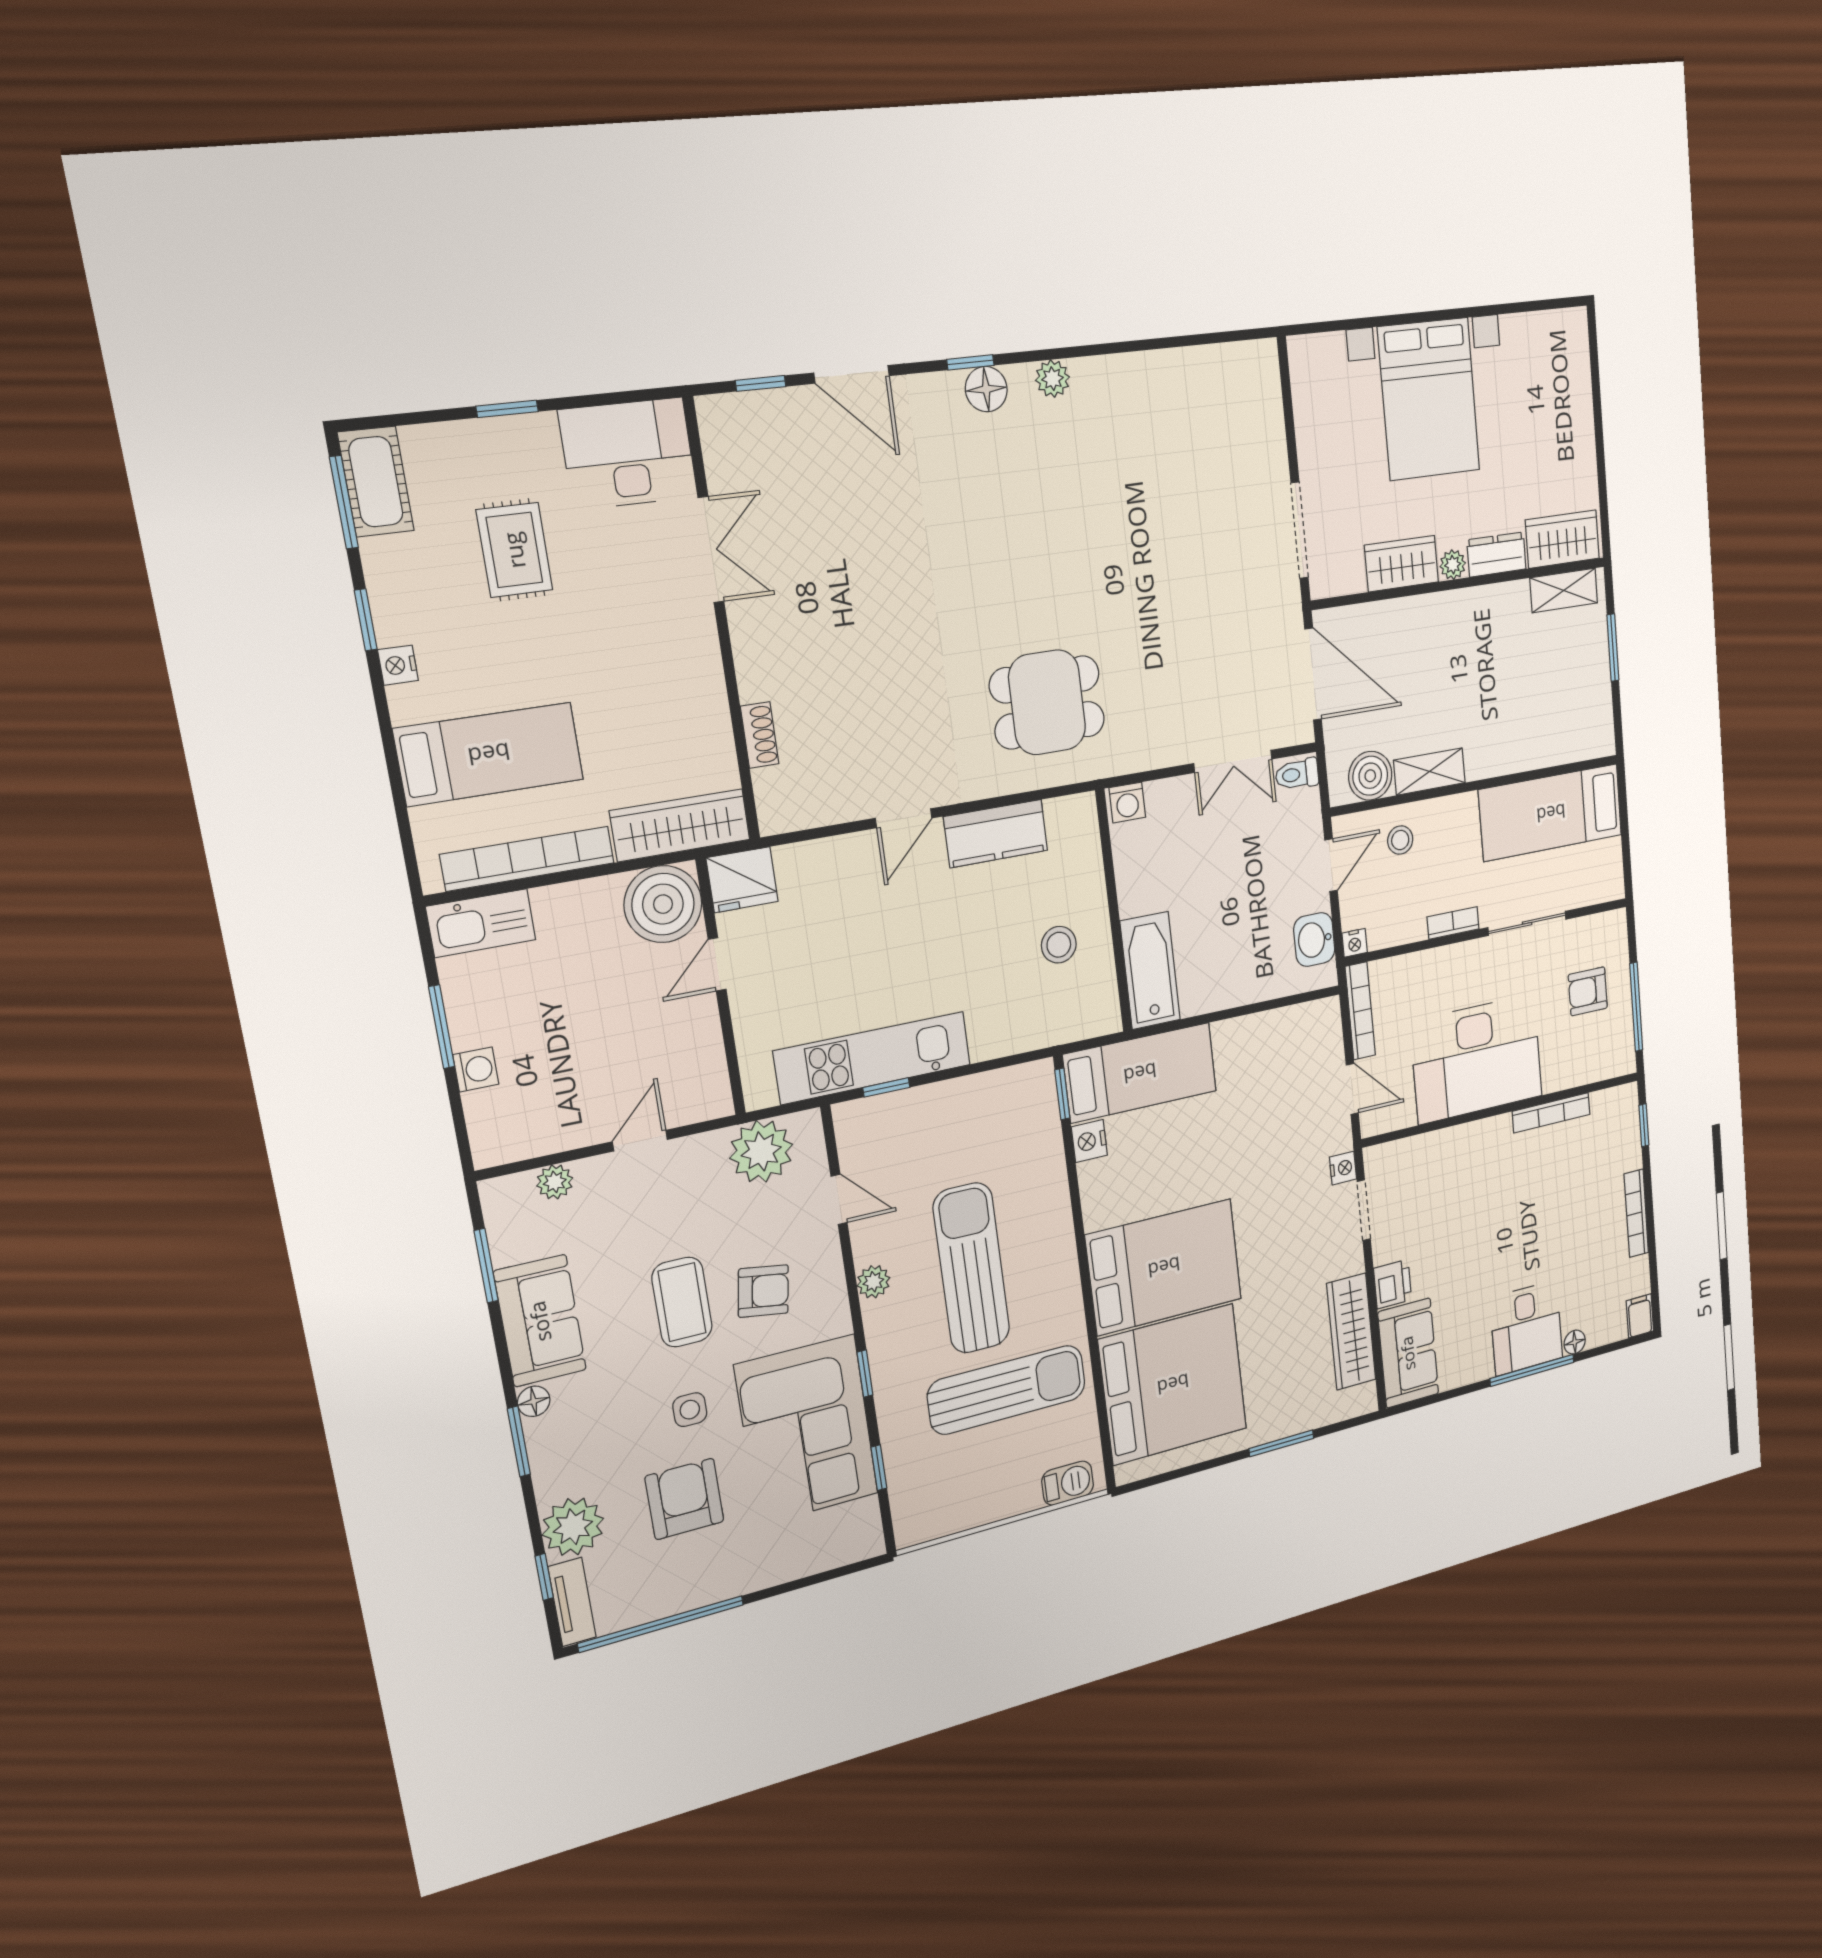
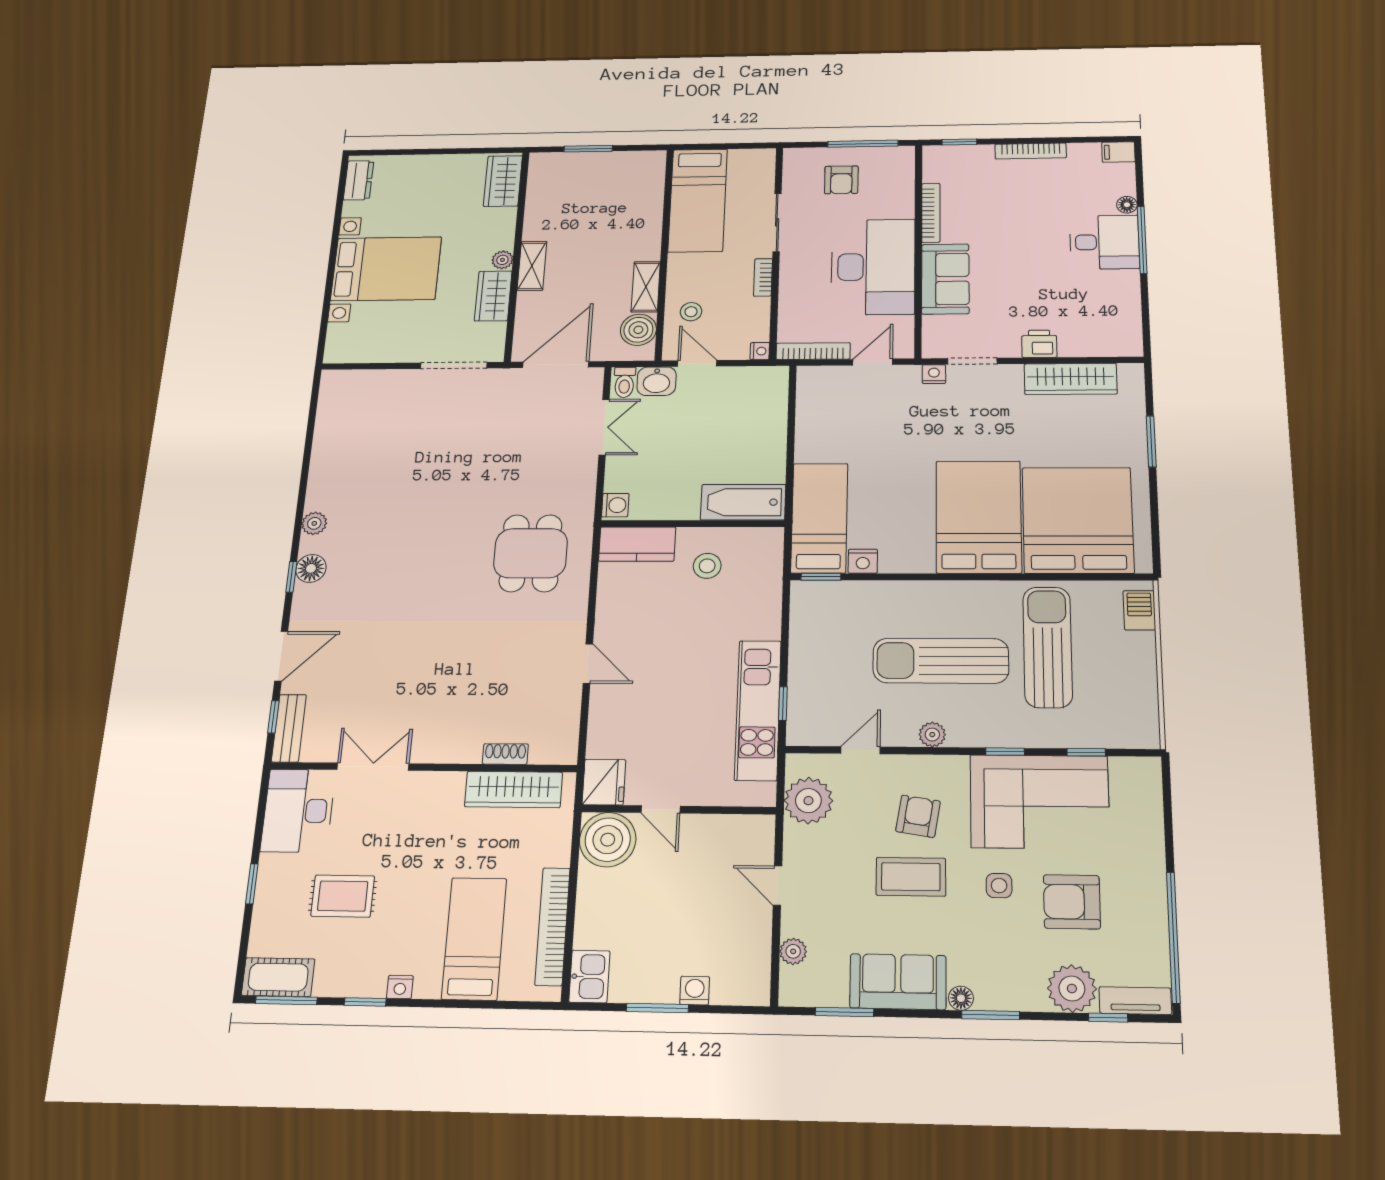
bench: (747, 411) -> (289, 728), added
dresser: (1496, 555) -> (359, 180), moved, turned 180
shelving: (1564, 590) -> (532, 266), moved
wardrobe: (680, 825) -> (513, 789), moved, turned -90
kitchen counter: (996, 834) -> (637, 544), moved, turned 90
kitchen sink: (481, 923) -> (589, 976), width x0.73
washbasin: (1314, 940) -> (657, 381), moved
sofa: (1408, 1353) -> (945, 279), moved, turned 90

